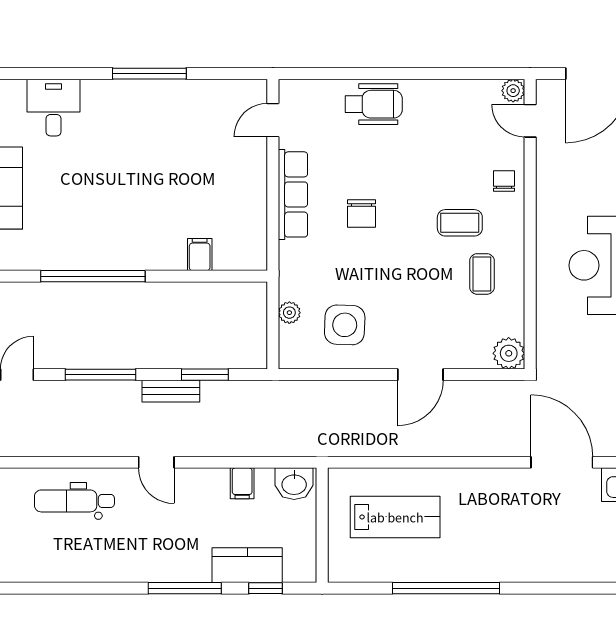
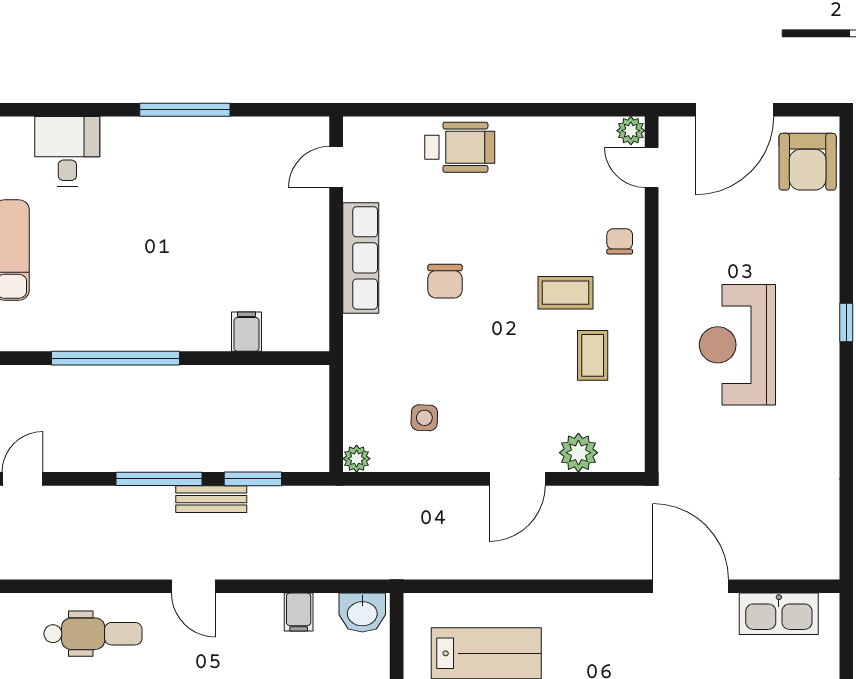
plant: (289, 313) -> (357, 459), moved
side table: (345, 325) -> (424, 418), width x0.54, depth x0.54
plant: (509, 353) -> (578, 453), moved
window: (100, 375) -> (159, 479), moved
dental chair: (74, 501) -> (93, 634), turned 180

